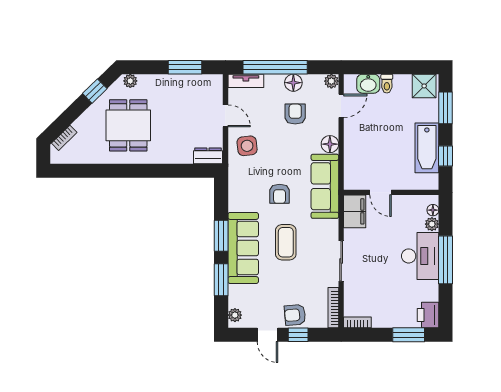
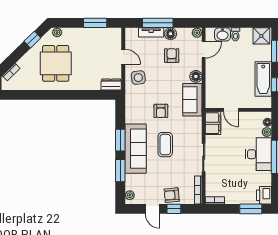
window: (275, 67) -> (158, 23), width x0.68
tv unit: (246, 81) -> (151, 32), moved
sofa: (325, 186) -> (192, 100), width x0.73

